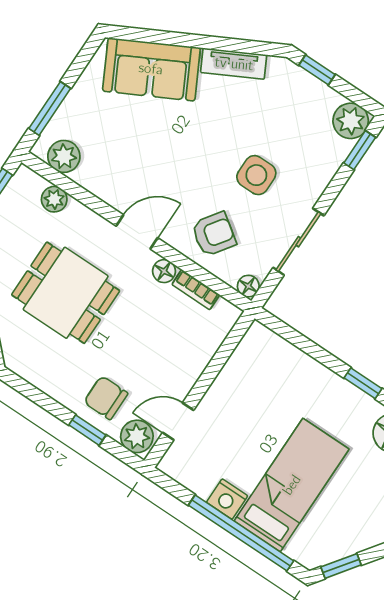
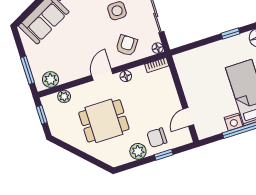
bookcase: (196, 290) -> (157, 65), moved
plant: (137, 436) -> (138, 151), moved

